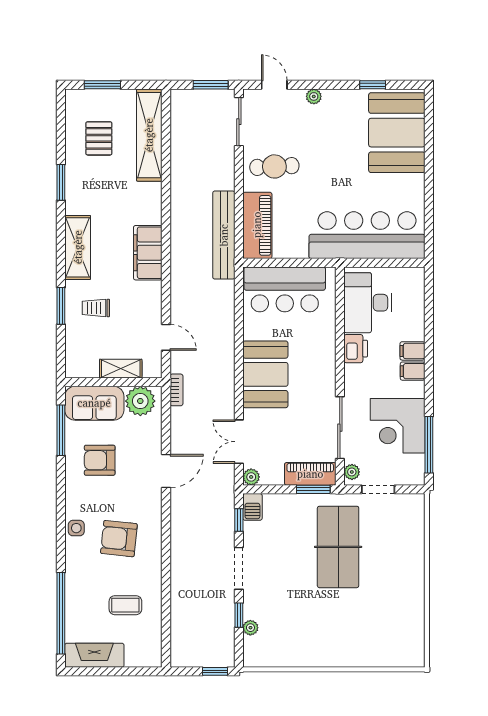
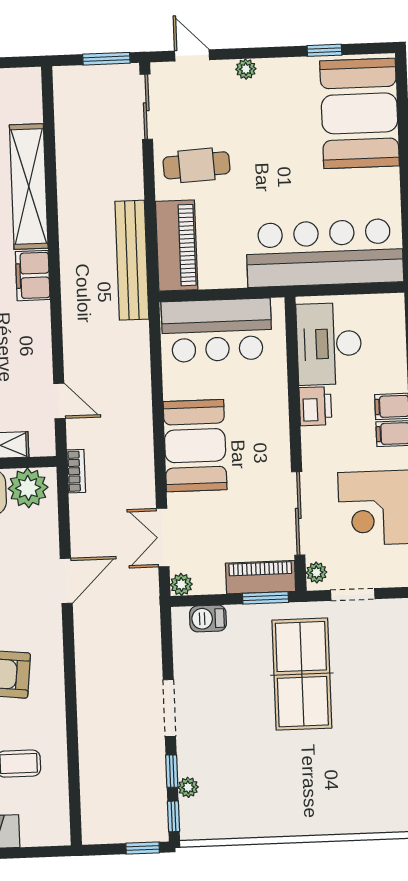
shelving: (149, 135) -> (29, 187), moved
filing cabinet: (148, 253) -> (33, 276), width x0.67, depth x0.86
barbecue: (252, 507) -> (208, 618), moved, turned 90
window: (239, 520) -> (174, 816), moved

